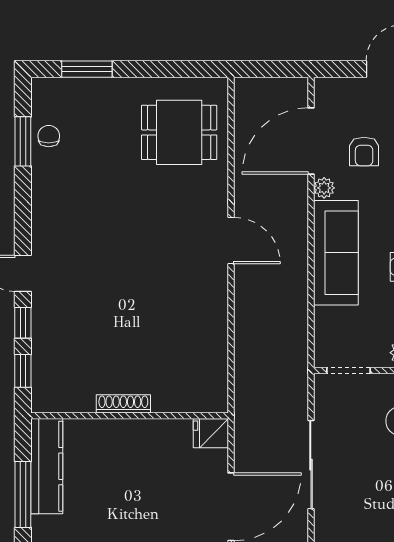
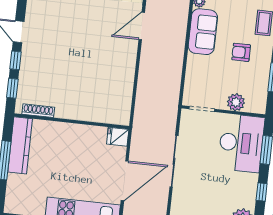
door: (231, 241) -> (142, 26), swing flipped
sofa: (336, 253) -> (203, 32), width x0.73
shoe rack: (123, 404) -> (38, 111), moved

